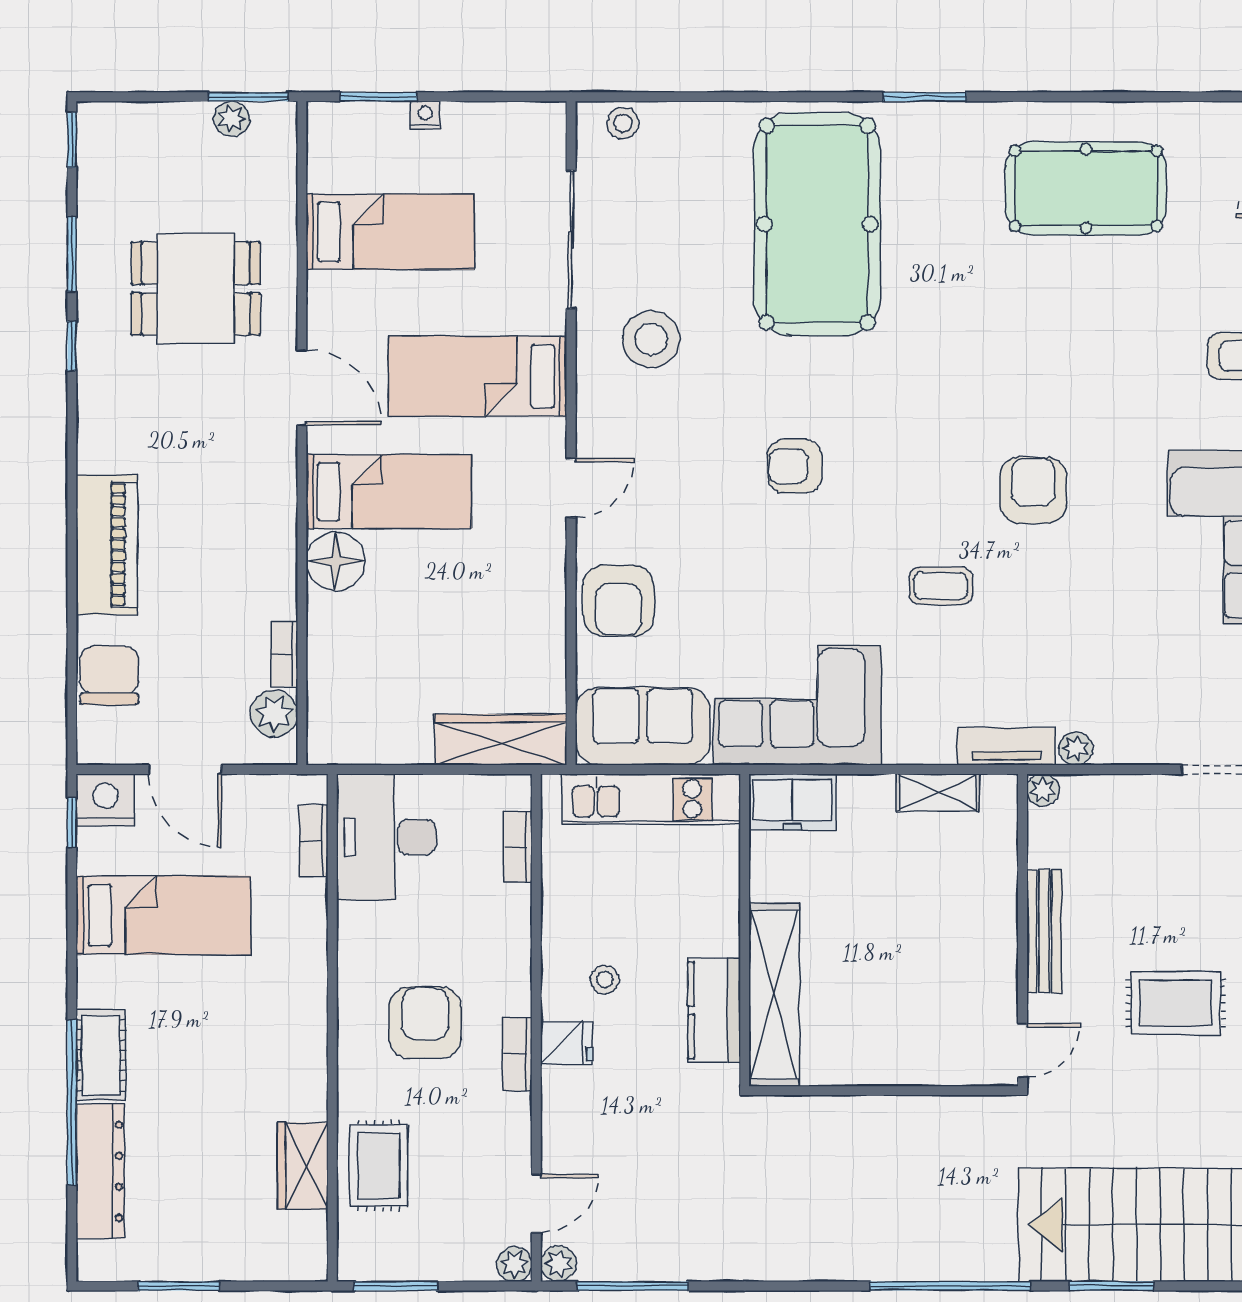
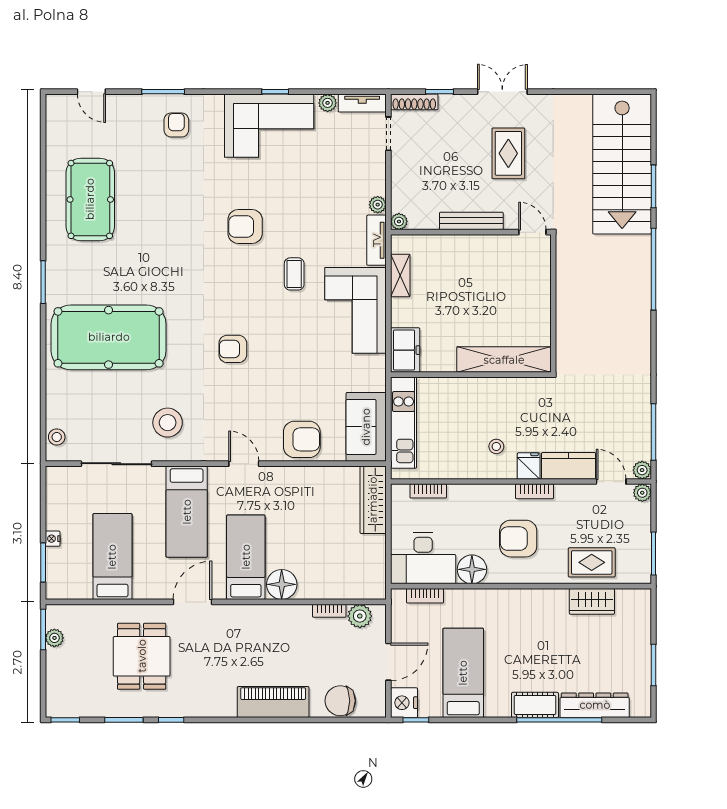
armchair: (795, 466) -> (233, 349), turned 90
corner sofa: (797, 705) -> (356, 310), moved
floor lamp: (365, 932) -> (472, 569), added
kitchen counter: (714, 1010) -> (569, 466), moved, turned 180

